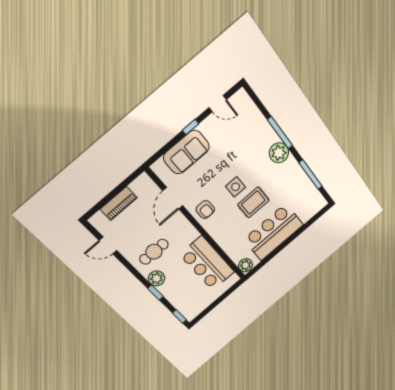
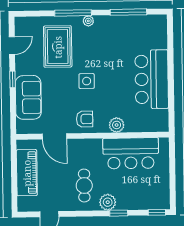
plant: (279, 153) -> (88, 21), width x0.53, depth x0.53
rug: (253, 202) -> (58, 47), moved, width x1.36, depth x1.43
piano: (119, 203) -> (27, 173), width x1.37, depth x1.33
plant: (246, 265) -> (117, 125), moved

